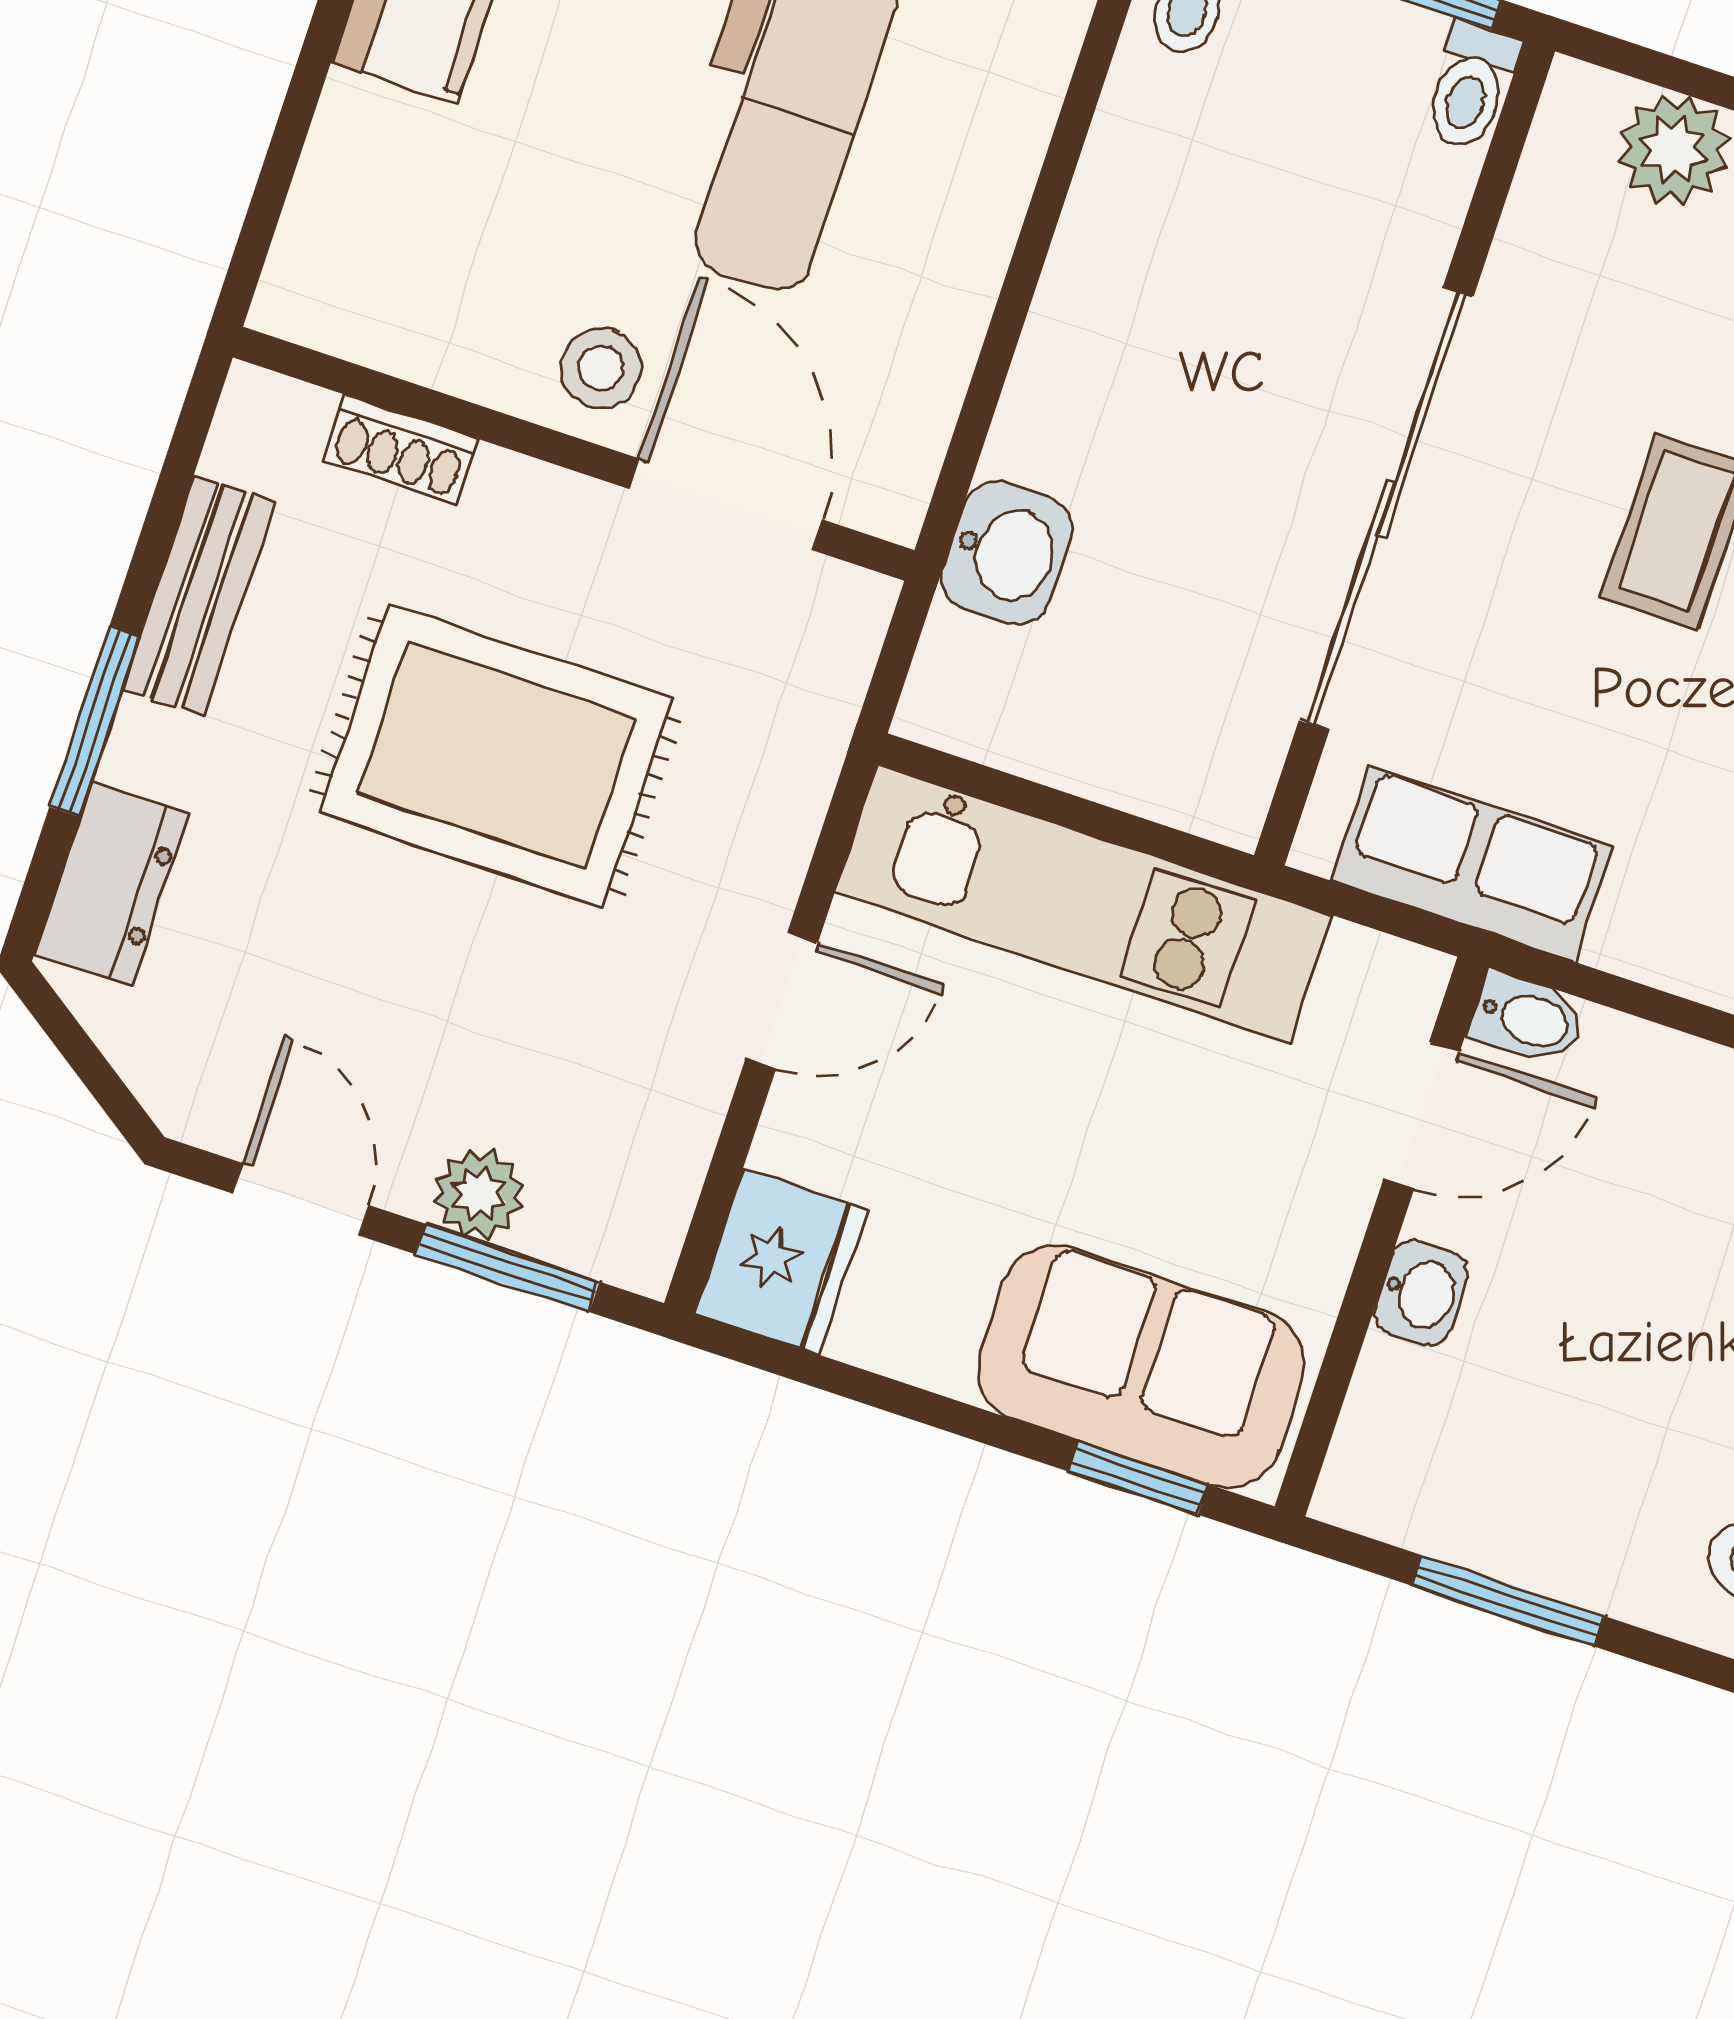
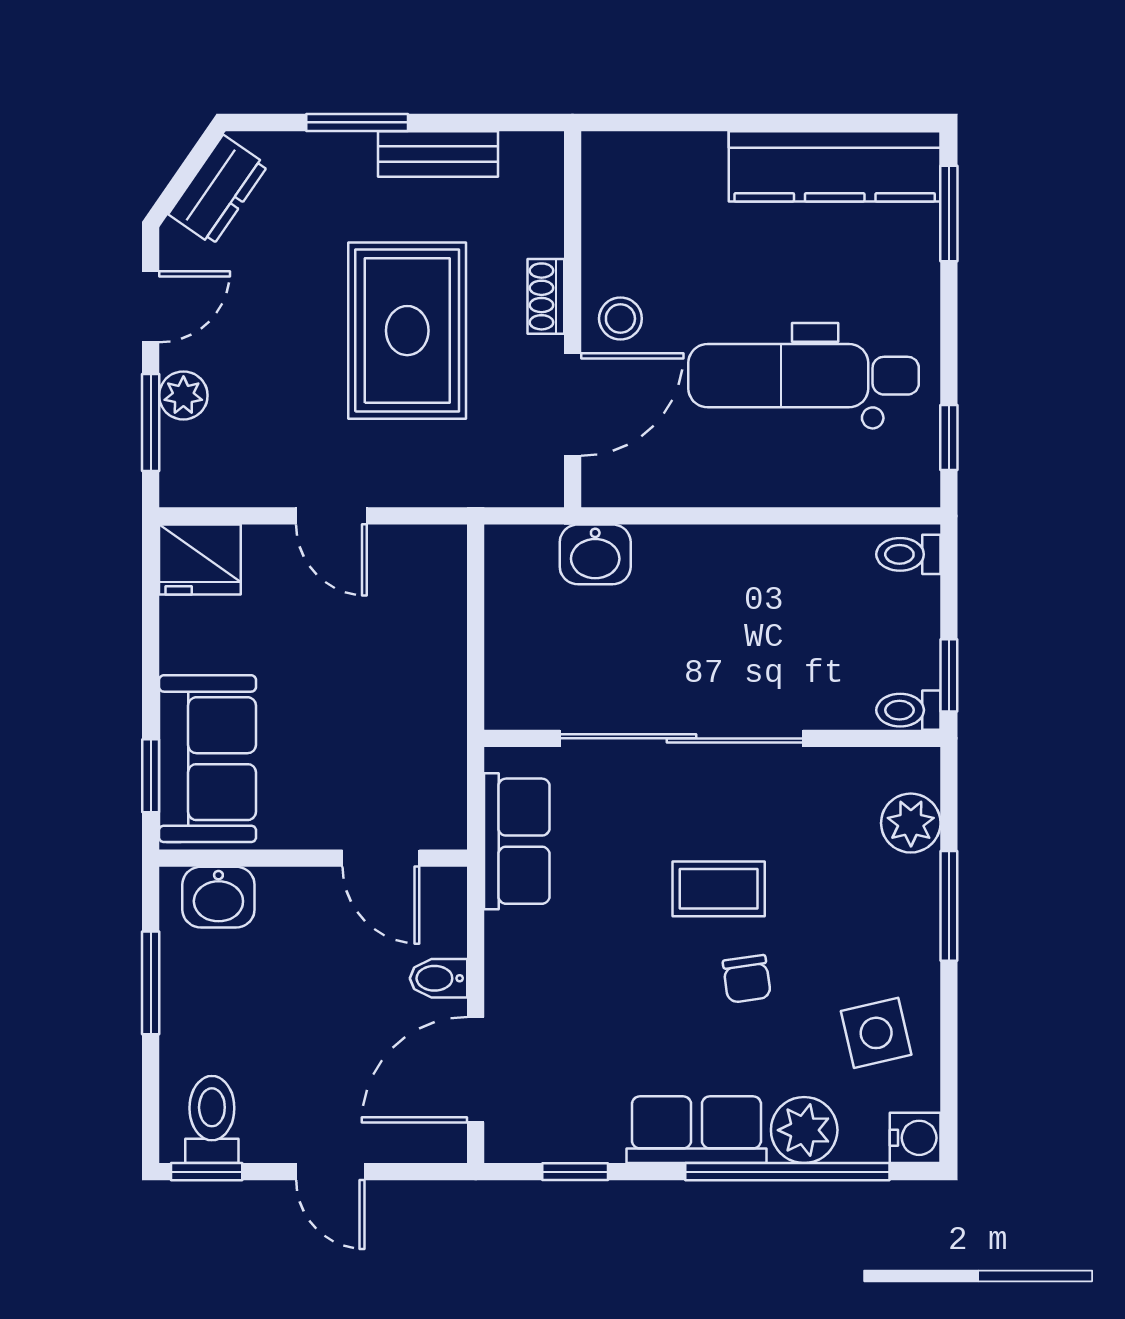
shoe rack: (401, 449) -> (546, 296), moved
dresser: (112, 884) -> (218, 190), moved, turned -55
kitchen unit: (1083, 903) -> (431, 652), removed
bidet: (1528, 1019) -> (438, 978), moved, turned 90
washbasin: (1421, 1293) -> (218, 897), moved, width x1.38, depth x1.45

